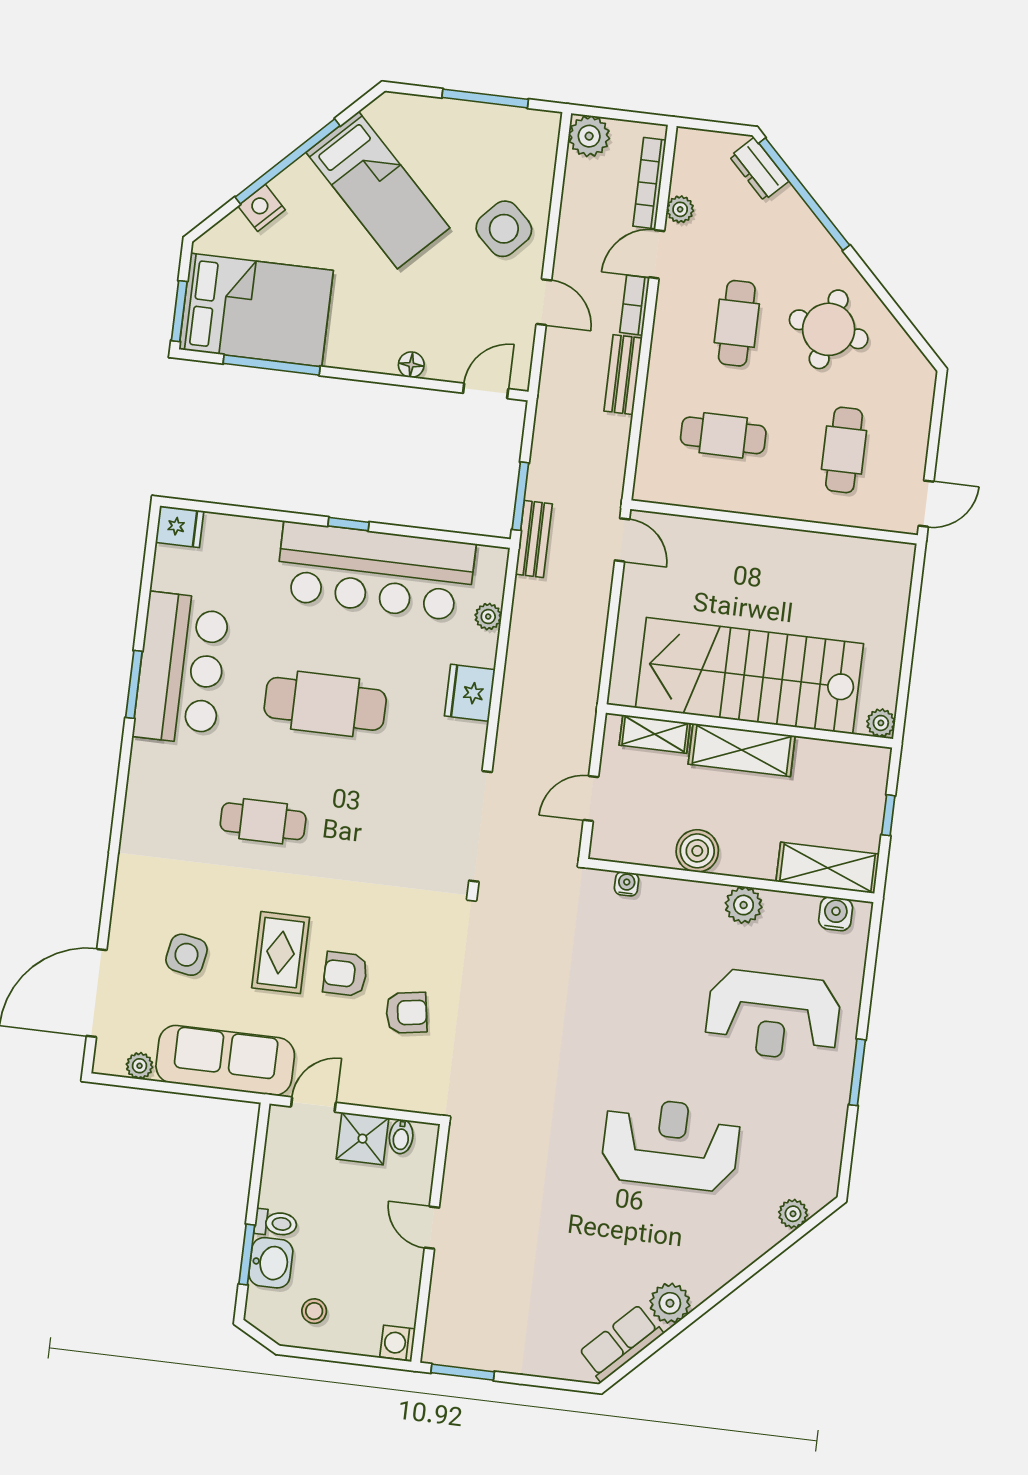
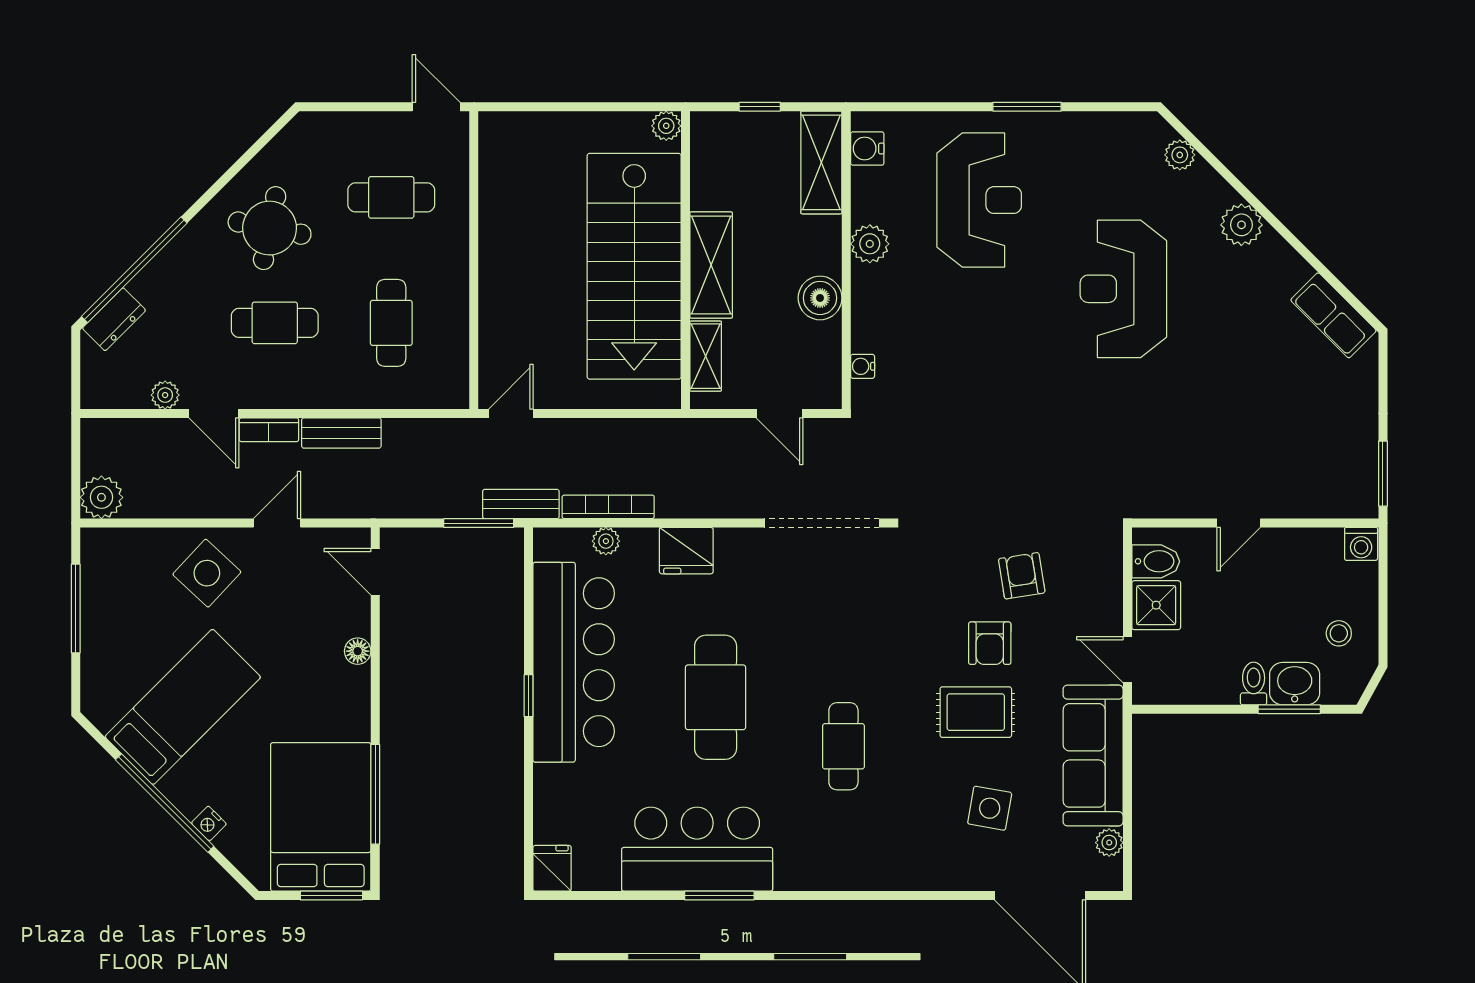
bookcase: (649, 183) -> (608, 507), moved, turned 180
nightstand: (261, 208) -> (209, 823), width x0.72, depth x0.74
bidet: (401, 1137) -> (1156, 561), width x1.38, depth x1.36
plant: (670, 1303) -> (1241, 225), moved

